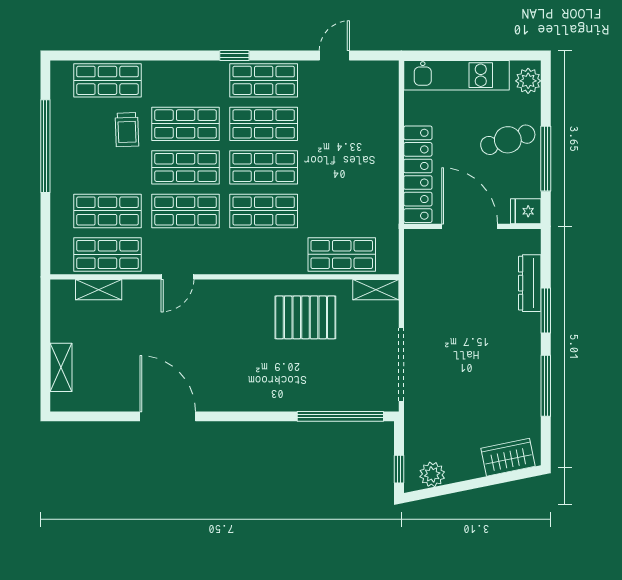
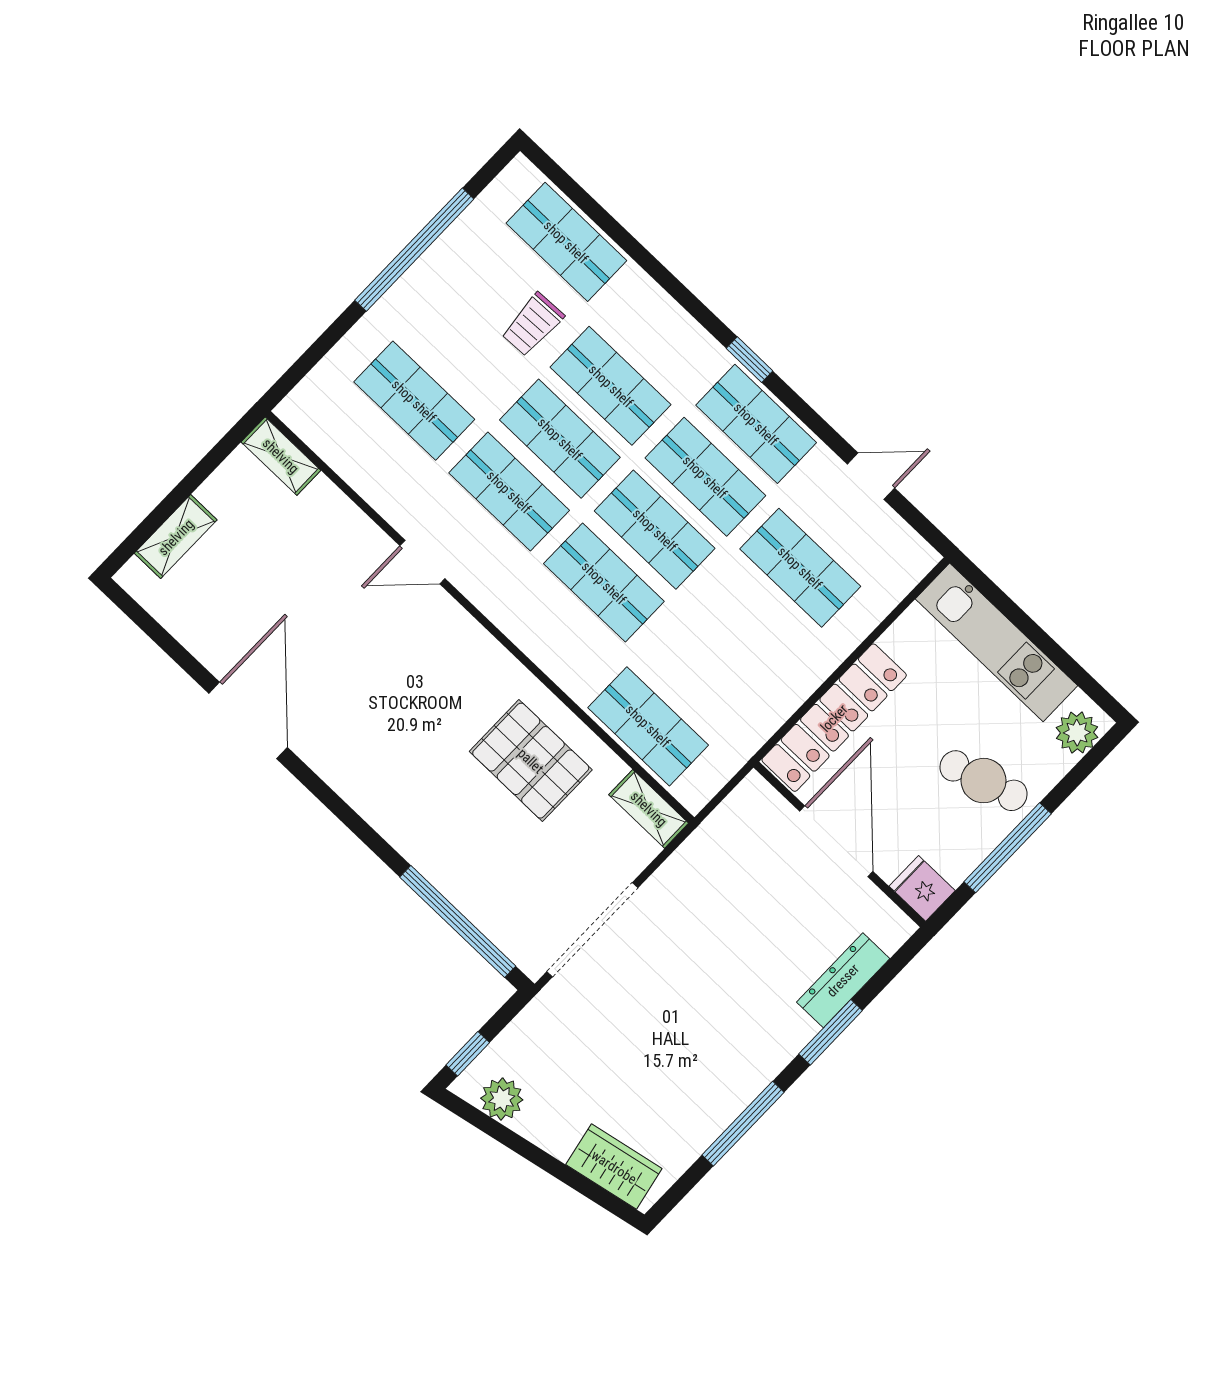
shop shelf: (107, 254) -> (800, 568), moved
shelving: (99, 290) -> (281, 456), moved

